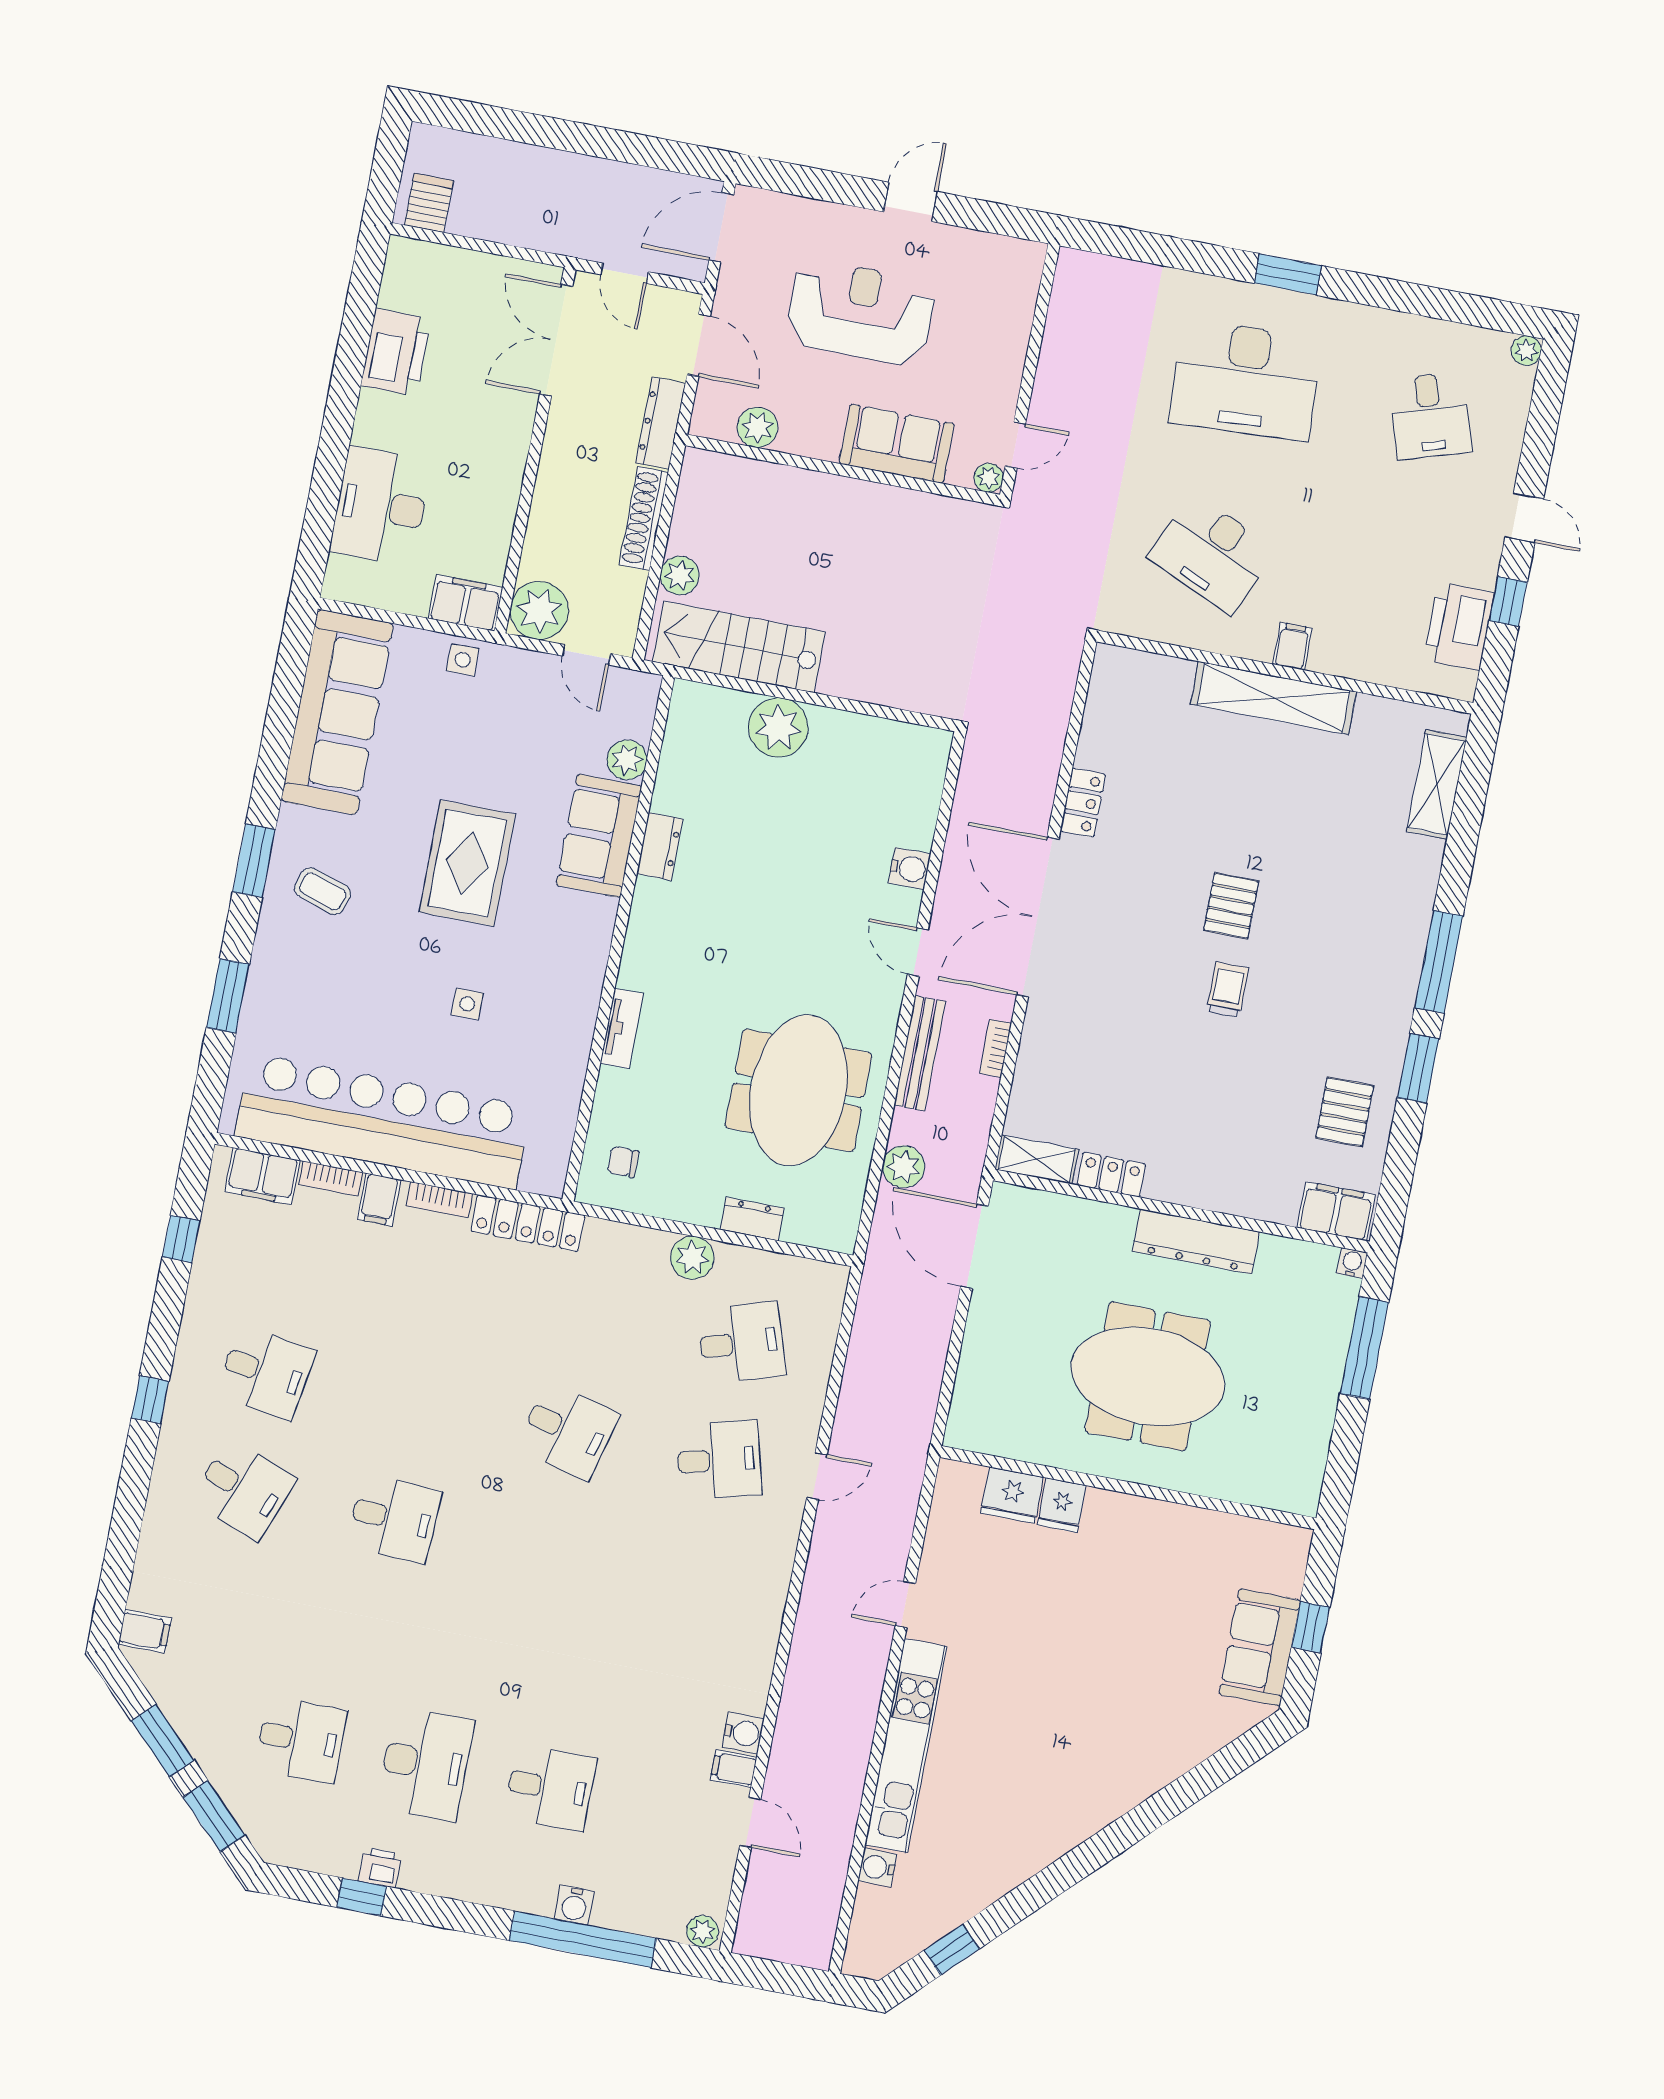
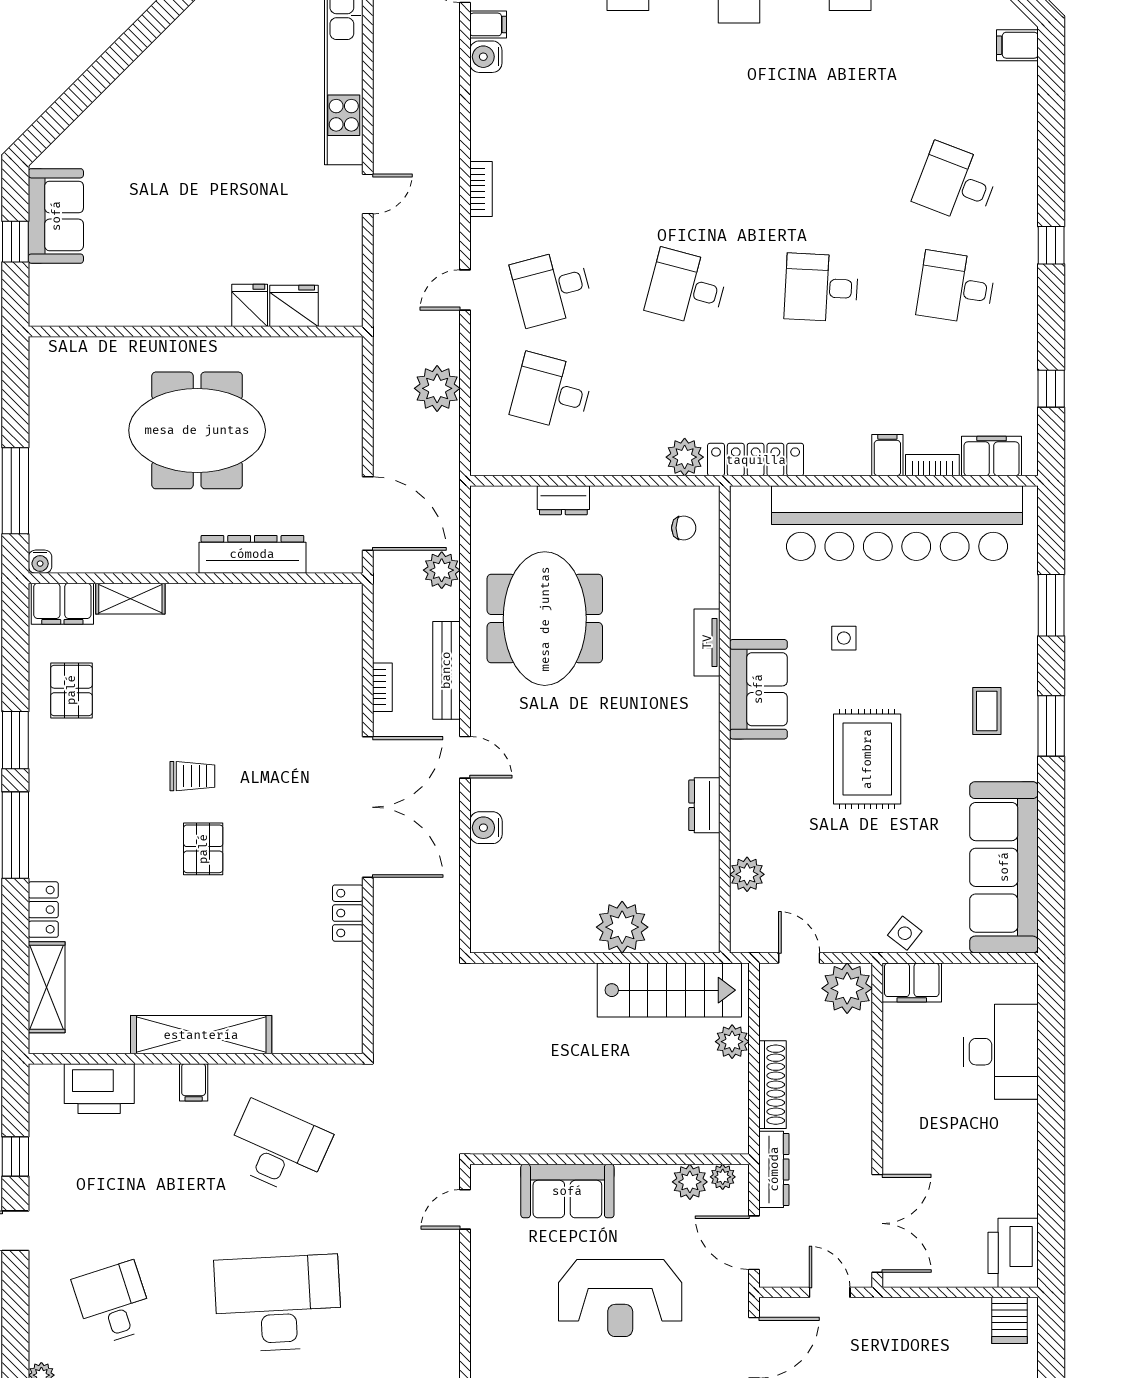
printer: (396, 352) -> (1013, 1253), moved
plant: (989, 478) -> (723, 1177), moved
printer: (1459, 626) -> (99, 1089), moved, turned 90
side table: (463, 660) -> (905, 933), turned 38
sofa: (599, 836) -> (758, 689), moved
coffee table: (323, 891) -> (987, 711), turned 72
trolley: (1228, 990) -> (192, 776), turned -90
shelving: (1037, 1159) -> (130, 599), moved
locker: (1111, 1174) -> (43, 910), moved, turned -90
bookcase: (440, 1200) -> (481, 189), moved, turned 90
dresser: (1196, 1242) -> (252, 554), moved
plant: (692, 1258) -> (685, 457), moved
desk: (741, 1343) -> (552, 392), turned 33
plant: (869, 1372) -> (437, 388), added
desk: (394, 1519) -> (821, 288), moved

